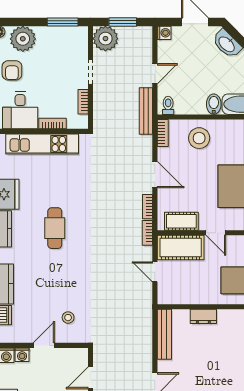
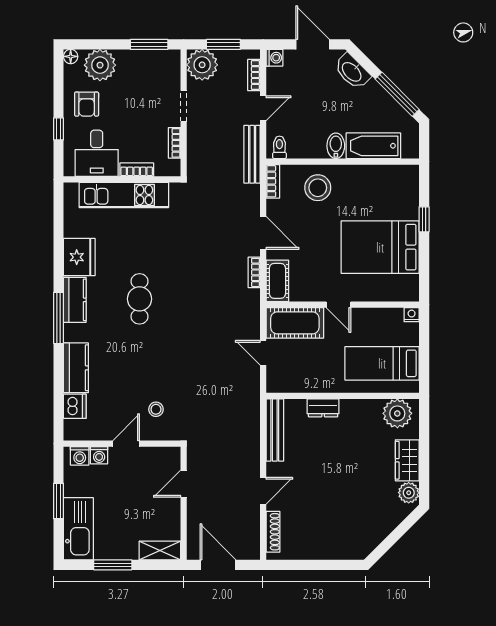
cot: (181, 221) -> (277, 281), moved, turned 90
bookcase: (147, 233) -> (254, 75), moved

